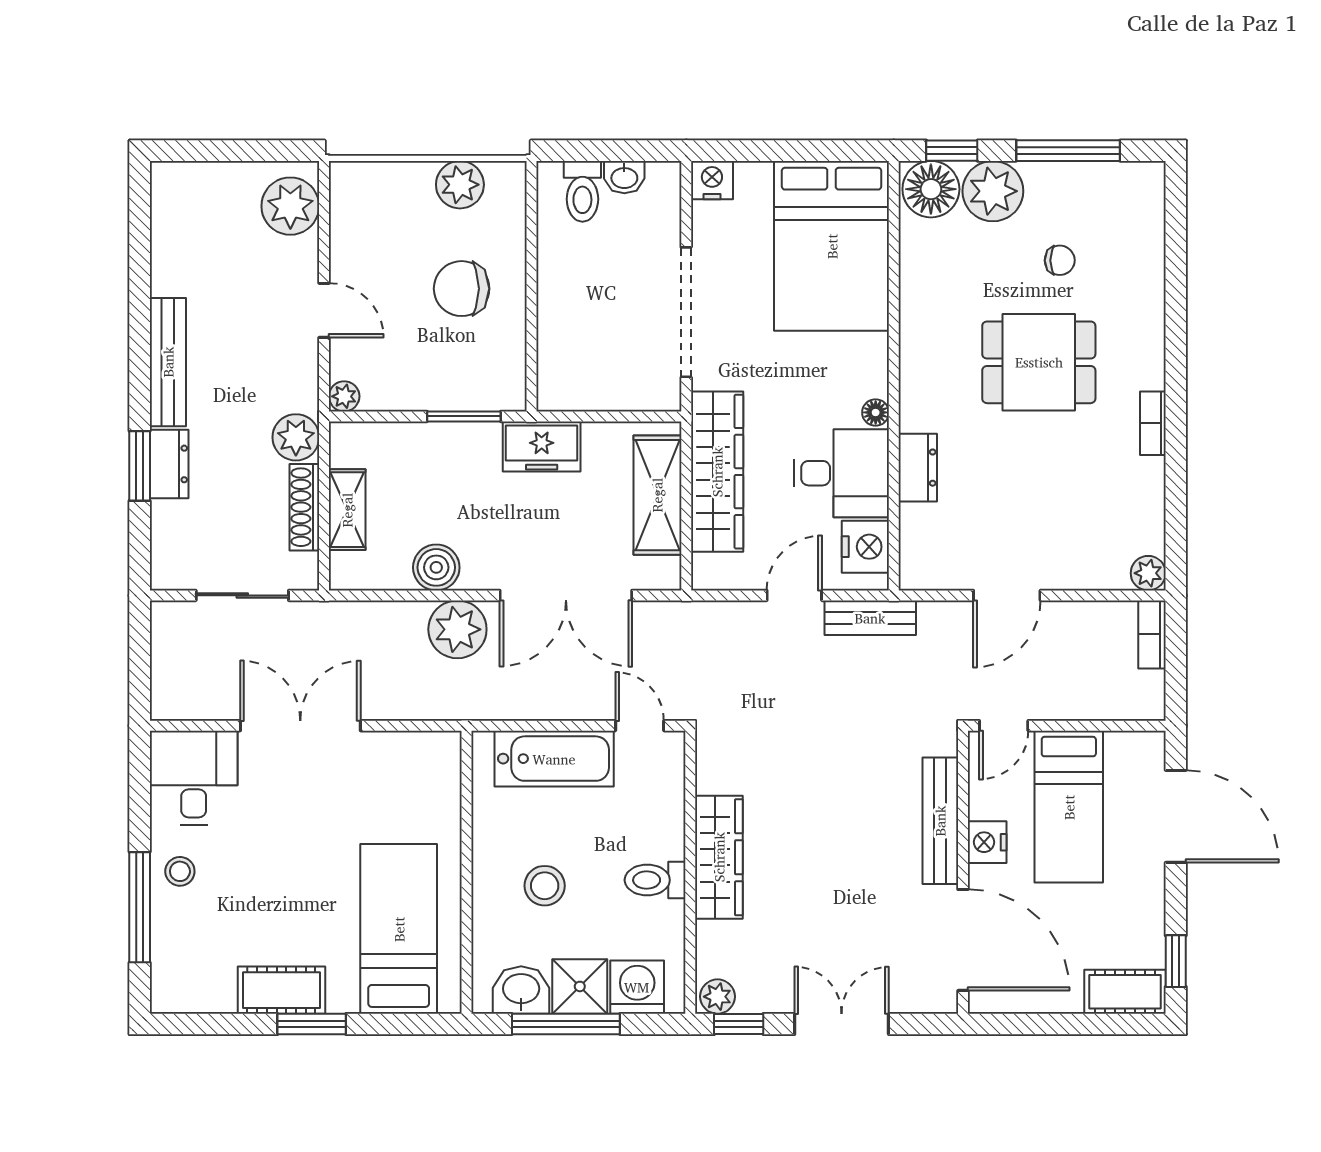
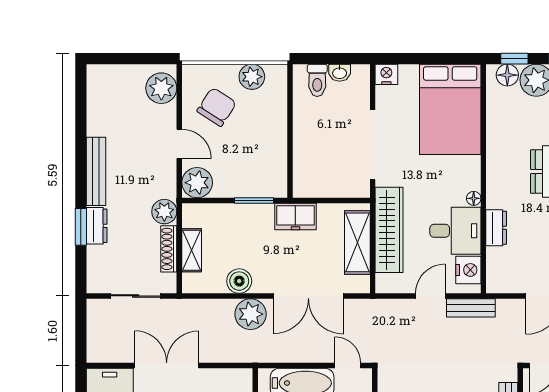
floor lamp: (931, 189) -> (507, 75), width x0.73, depth x0.73
chair: (462, 289) -> (217, 107), moved, turned 123
plant: (344, 396) -> (197, 183), width x1.88, depth x1.88

